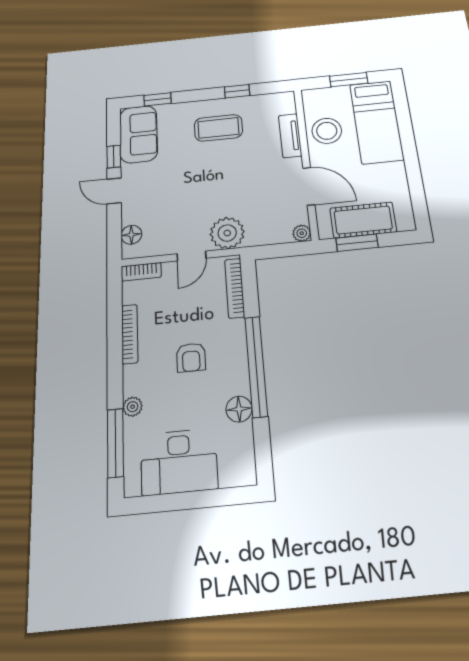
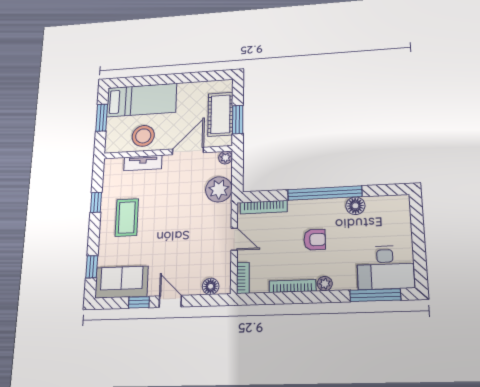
door: (114, 191) -> (170, 301), swing flipped
plant: (227, 233) -> (219, 189), moved
plant: (133, 407) -> (325, 284), moved
desk: (179, 462) -> (385, 267), moved, turned 90

